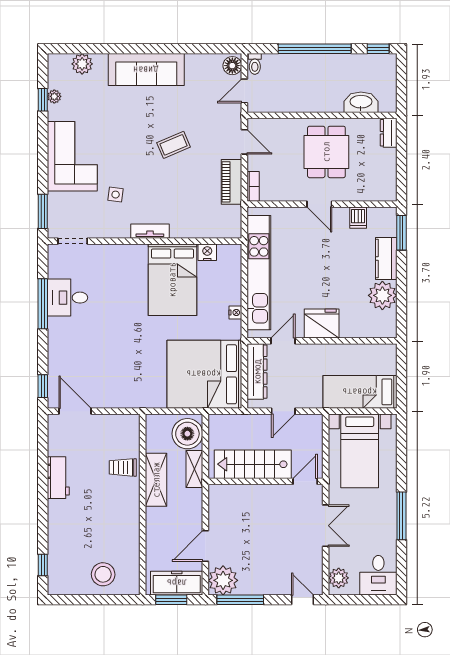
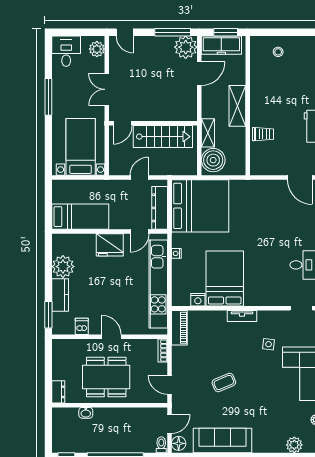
sofa: (146, 70) -> (222, 440), moved
washbasin: (361, 102) -> (86, 413), width x0.52, depth x0.69
dining table: (326, 152) -> (106, 377), width x1.38
piano: (231, 182) -> (179, 328), moved
bed: (360, 392) -> (80, 217), moved
shelving: (156, 480) -> (237, 106), moved
stool: (103, 574) -> (278, 52), width x0.53, depth x0.53

